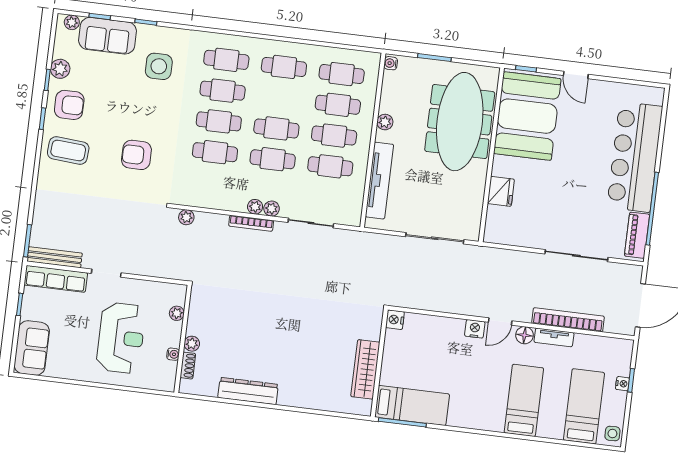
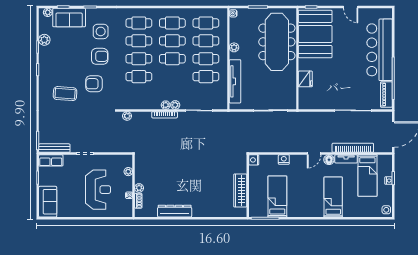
door: (576, 75) -> (351, 7), moved
armchair: (69, 105) -> (100, 56), moved
coffee table: (68, 150) -> (65, 94), moved
cafe table: (273, 159) -> (172, 41), moved
row of seats: (56, 279) -> (51, 160), width x0.68
nightstand: (475, 329) -> (284, 160), moved
bed: (412, 405) -> (277, 196), moved, turned -90
bed: (584, 406) -> (367, 175), moved, turned 180

